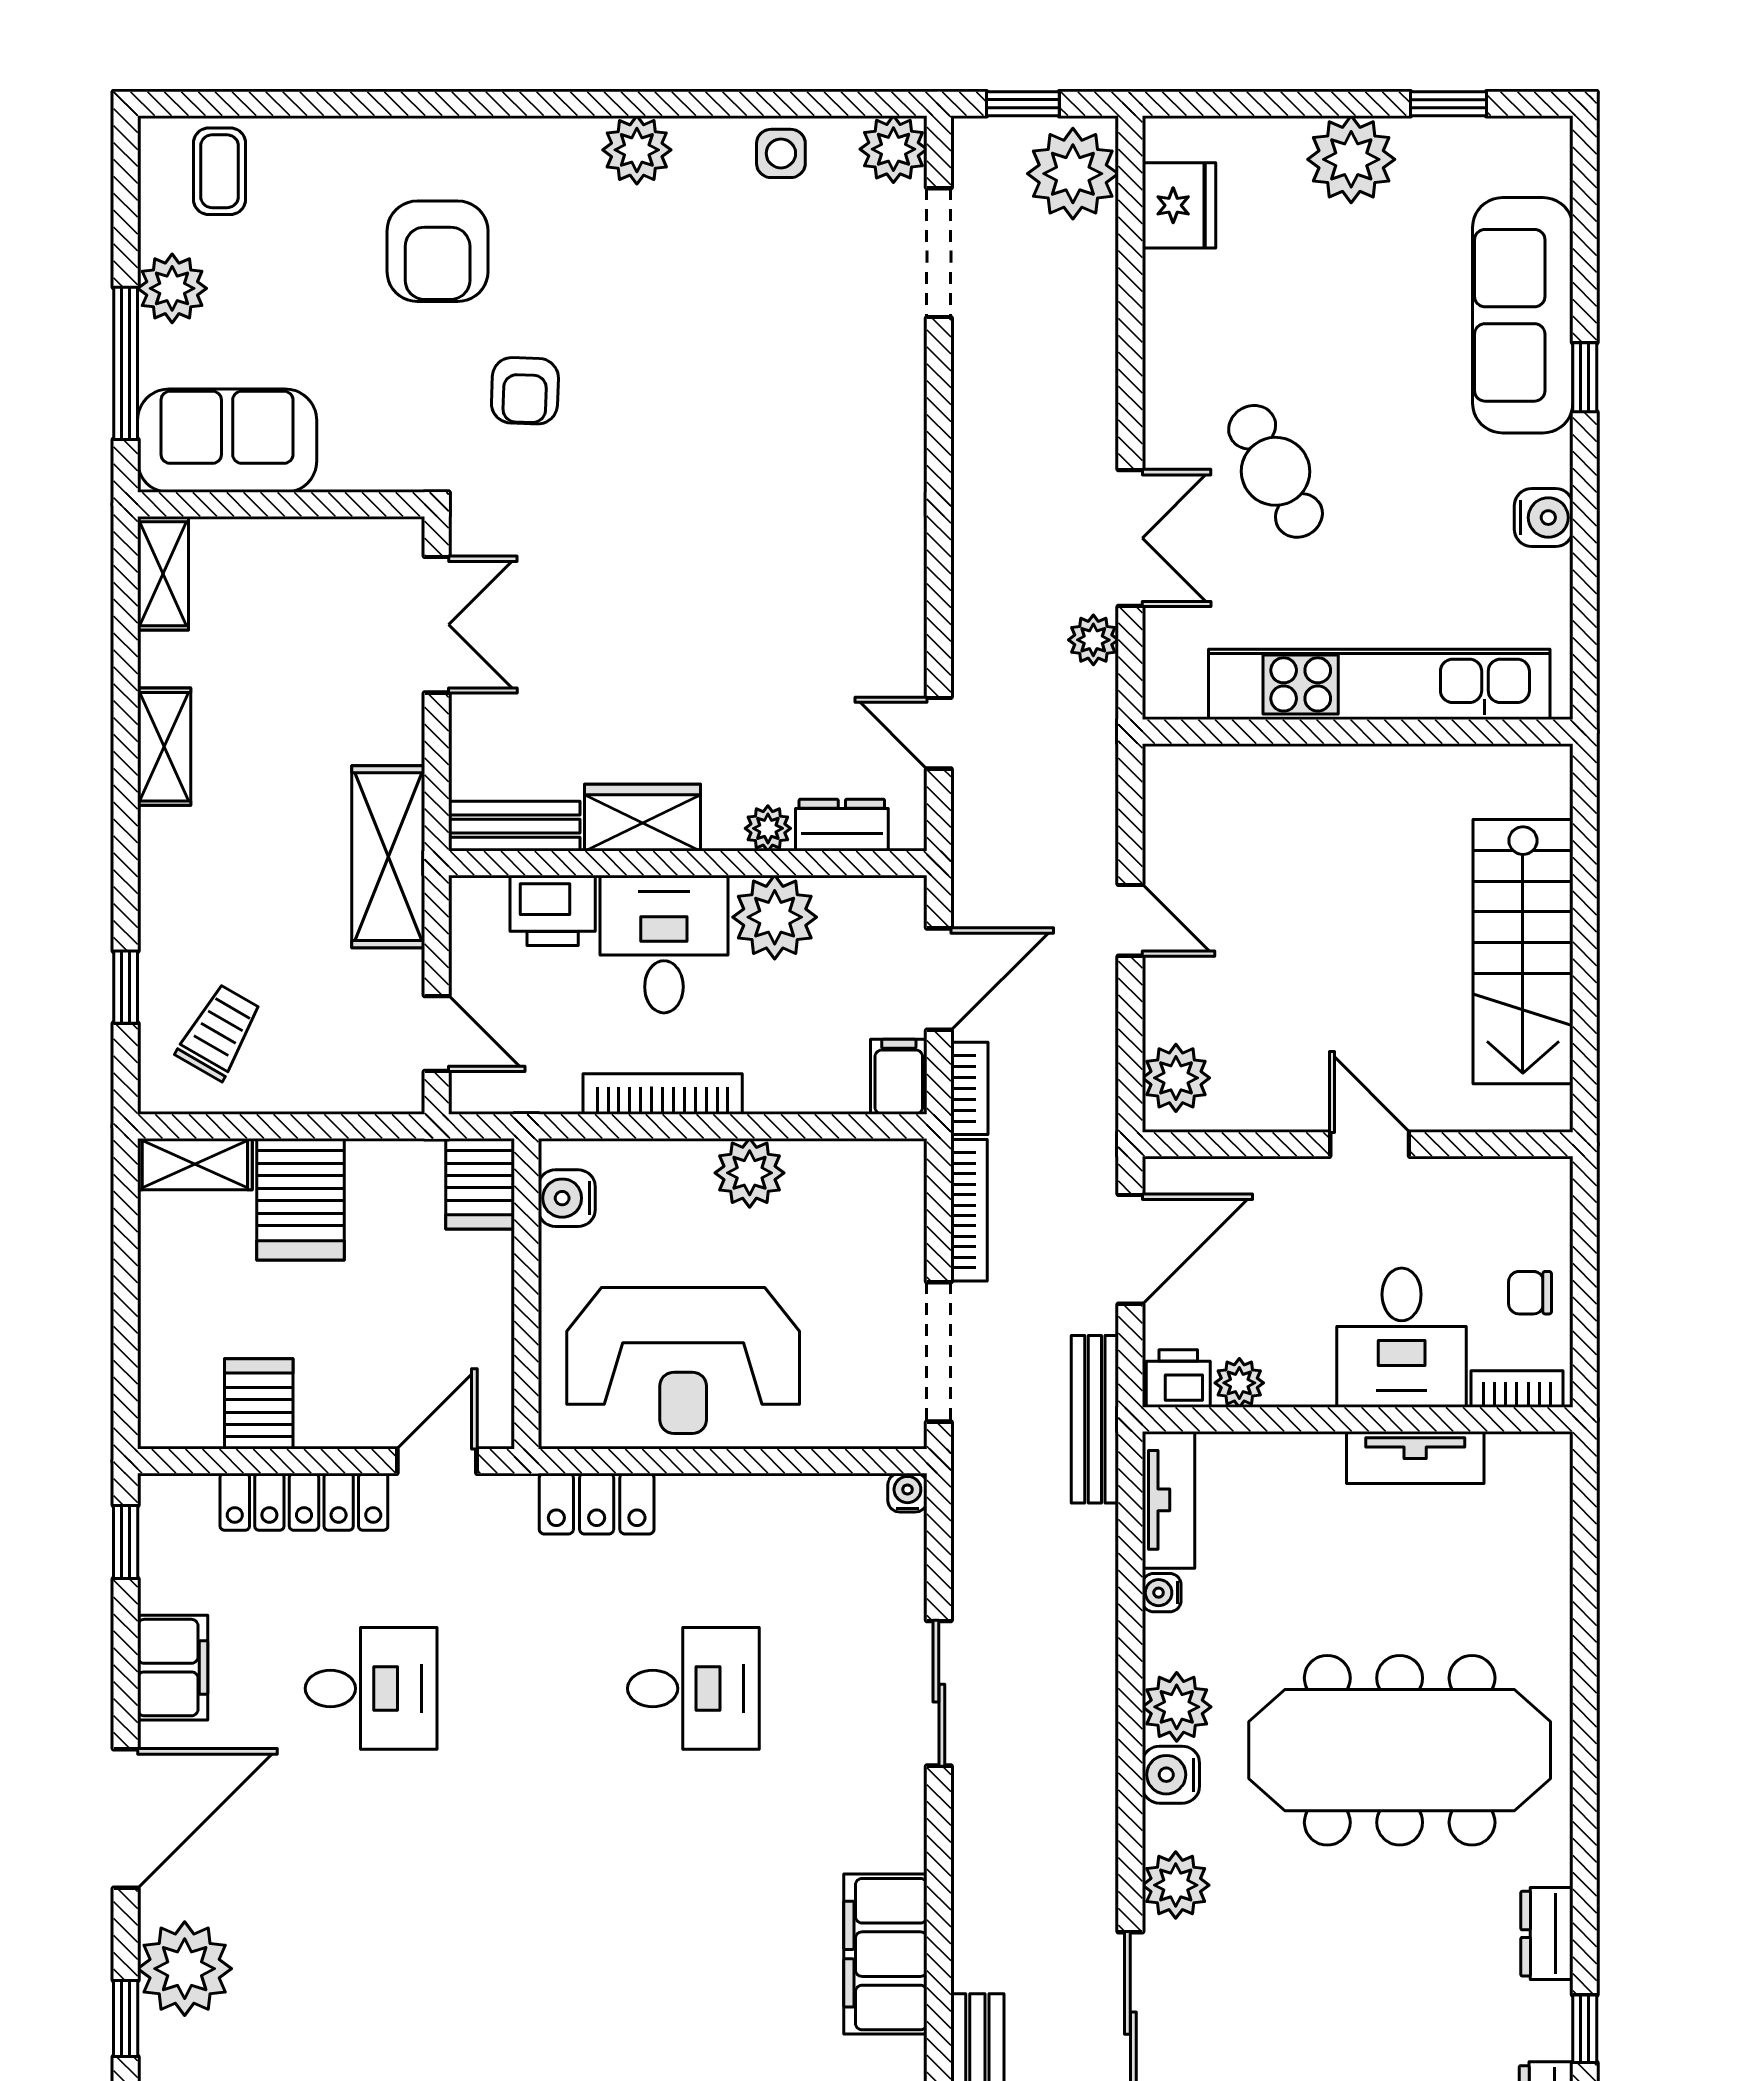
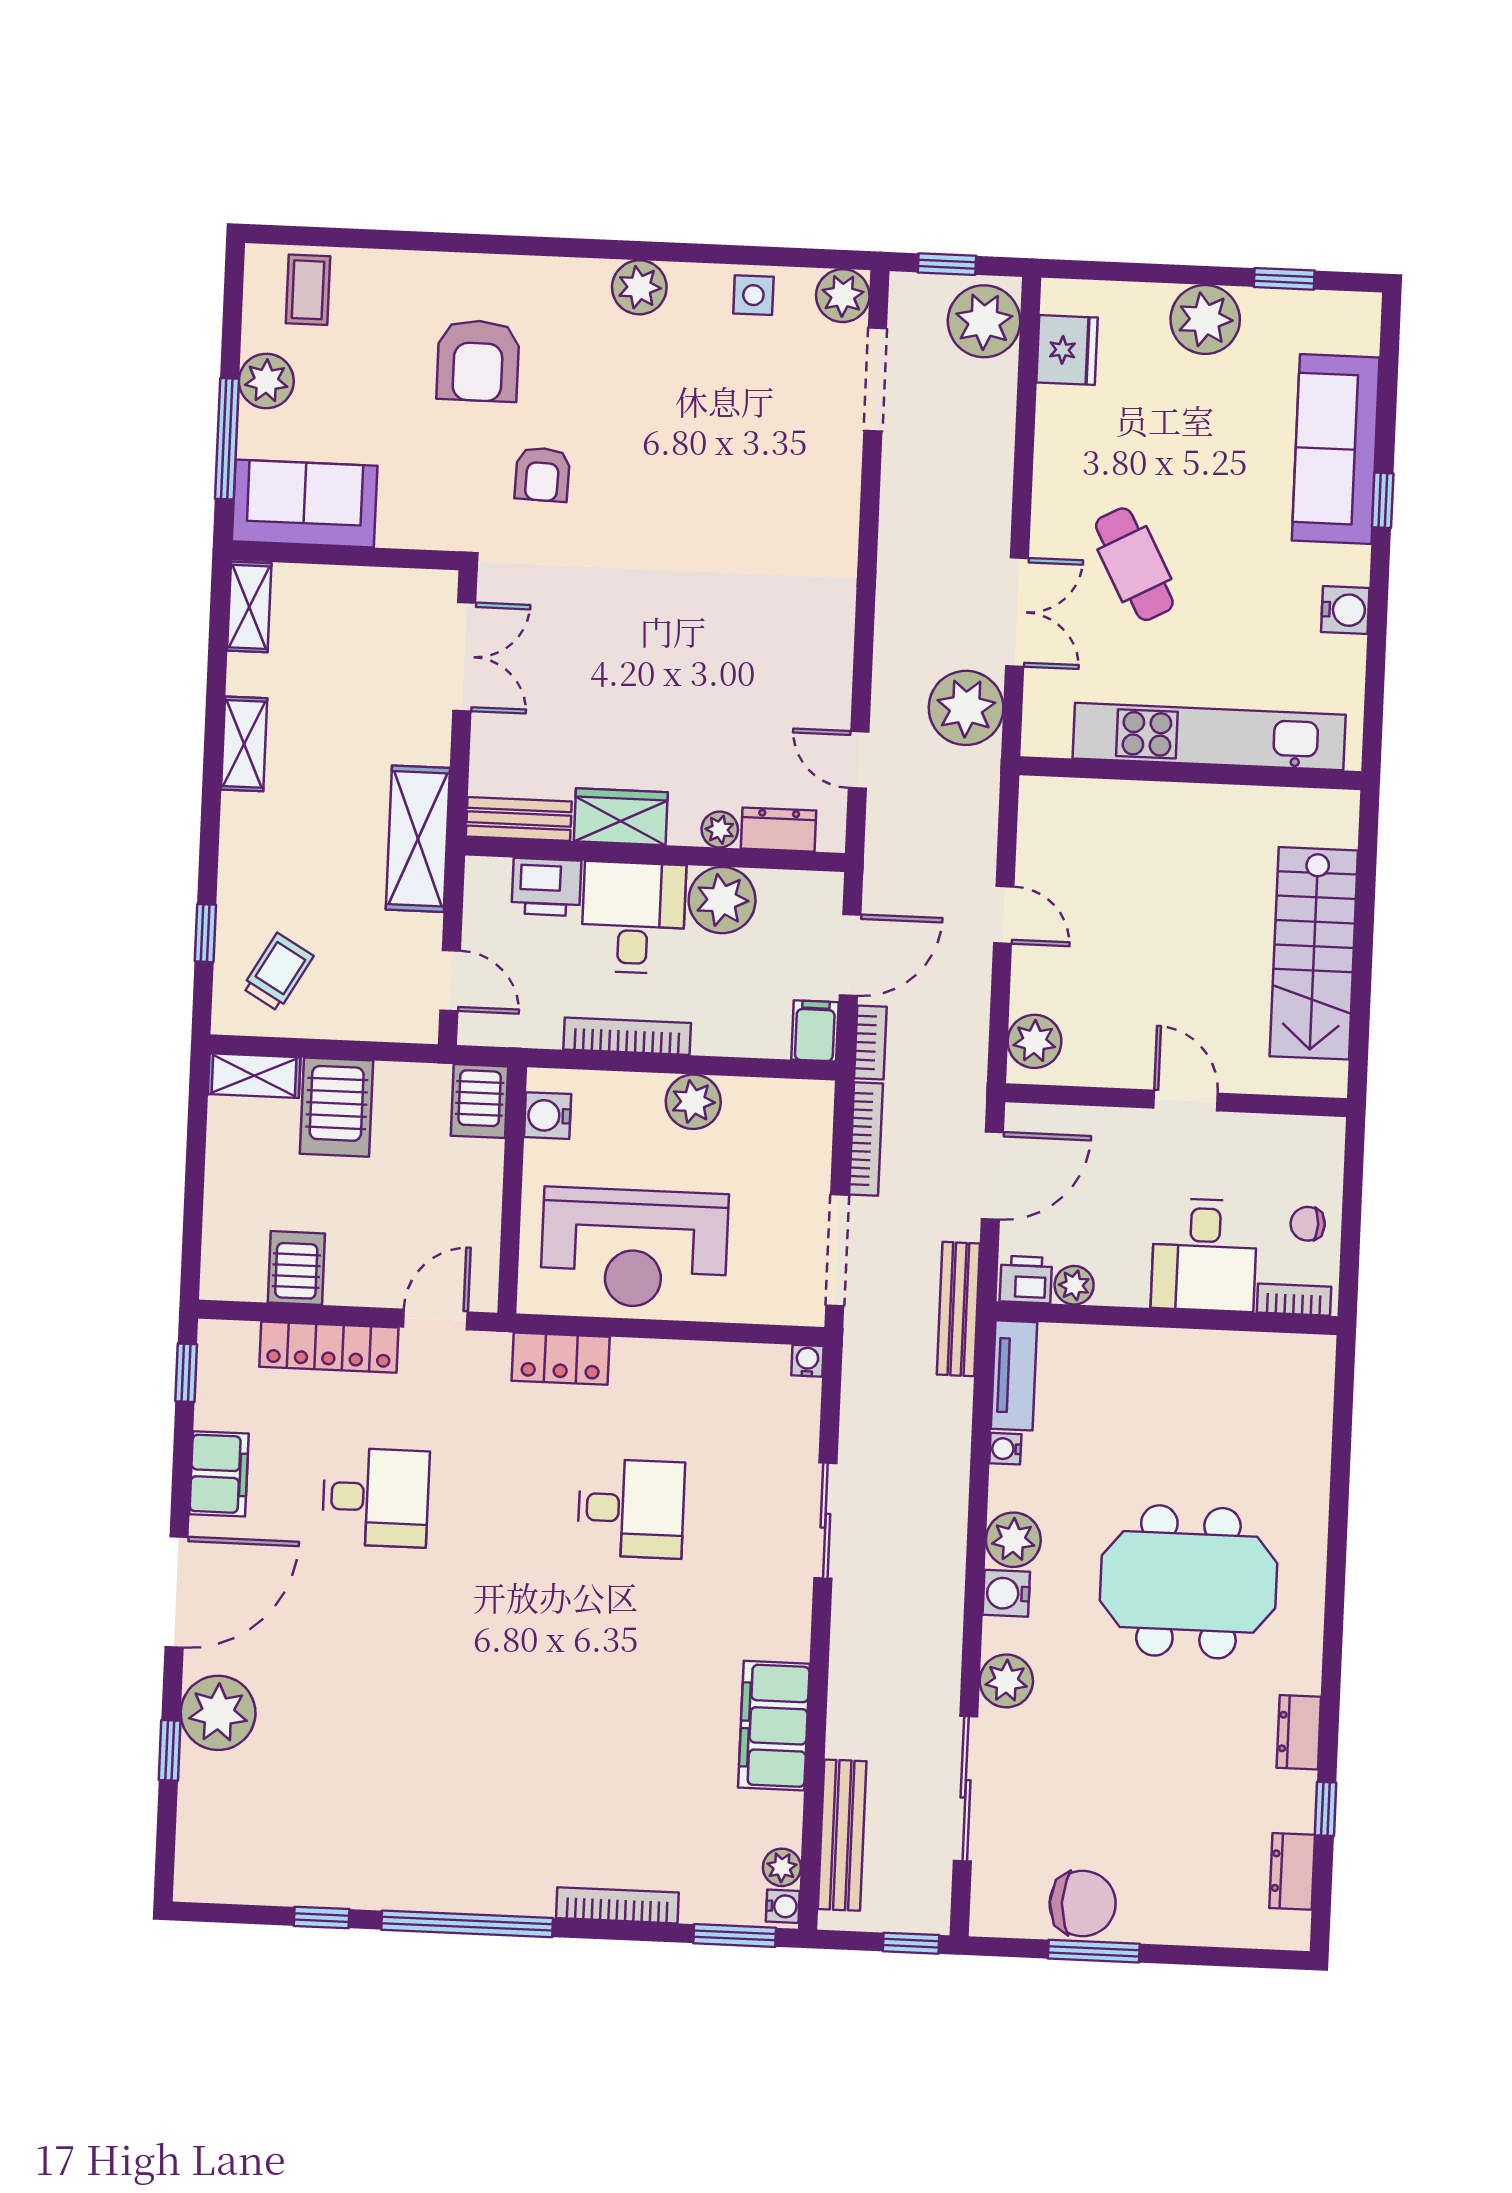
plant: (1093, 640) -> (966, 708), width x1.88, depth x1.88
tv unit: (1415, 1458) -> (1211, 1350), removed
meeting table: (1400, 1750) -> (1188, 1582), width x0.73

